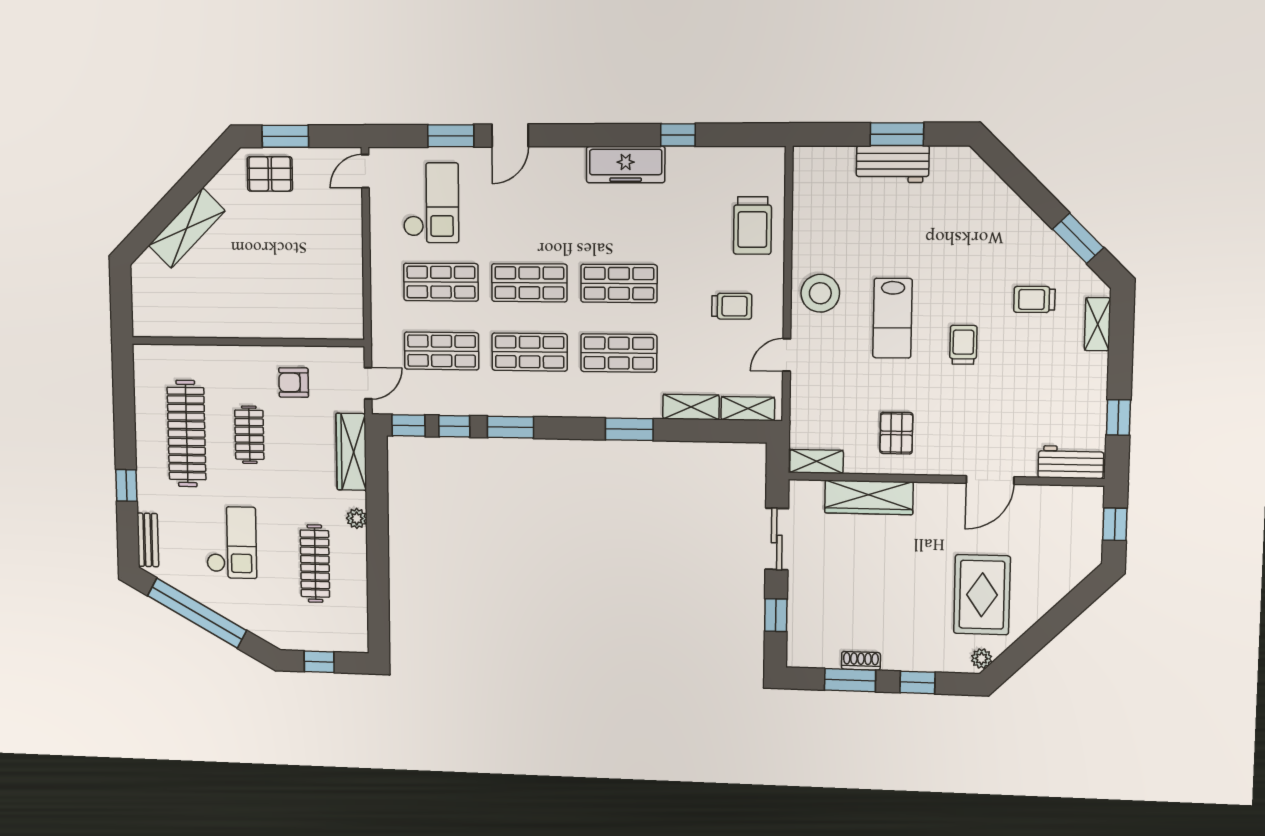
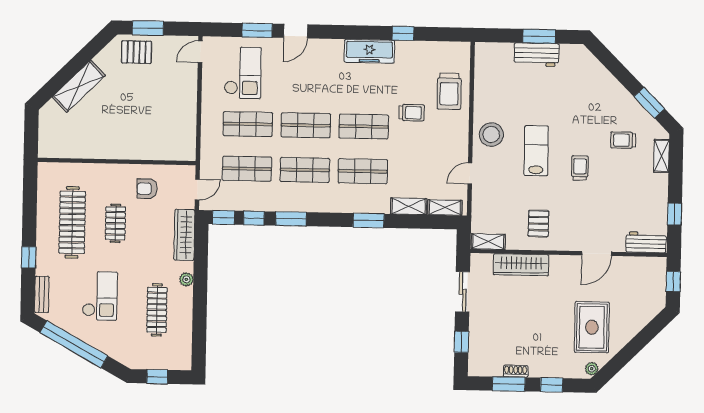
trolley: (732, 306) -> (412, 113), moved
lab bench: (893, 318) -> (536, 151), turned 180

